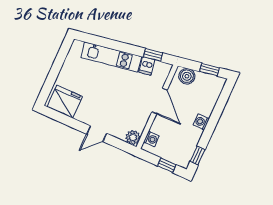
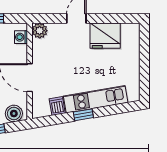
window: (153, 55) -> (83, 115), moved
fridge: (65, 102) -> (105, 36), moved

